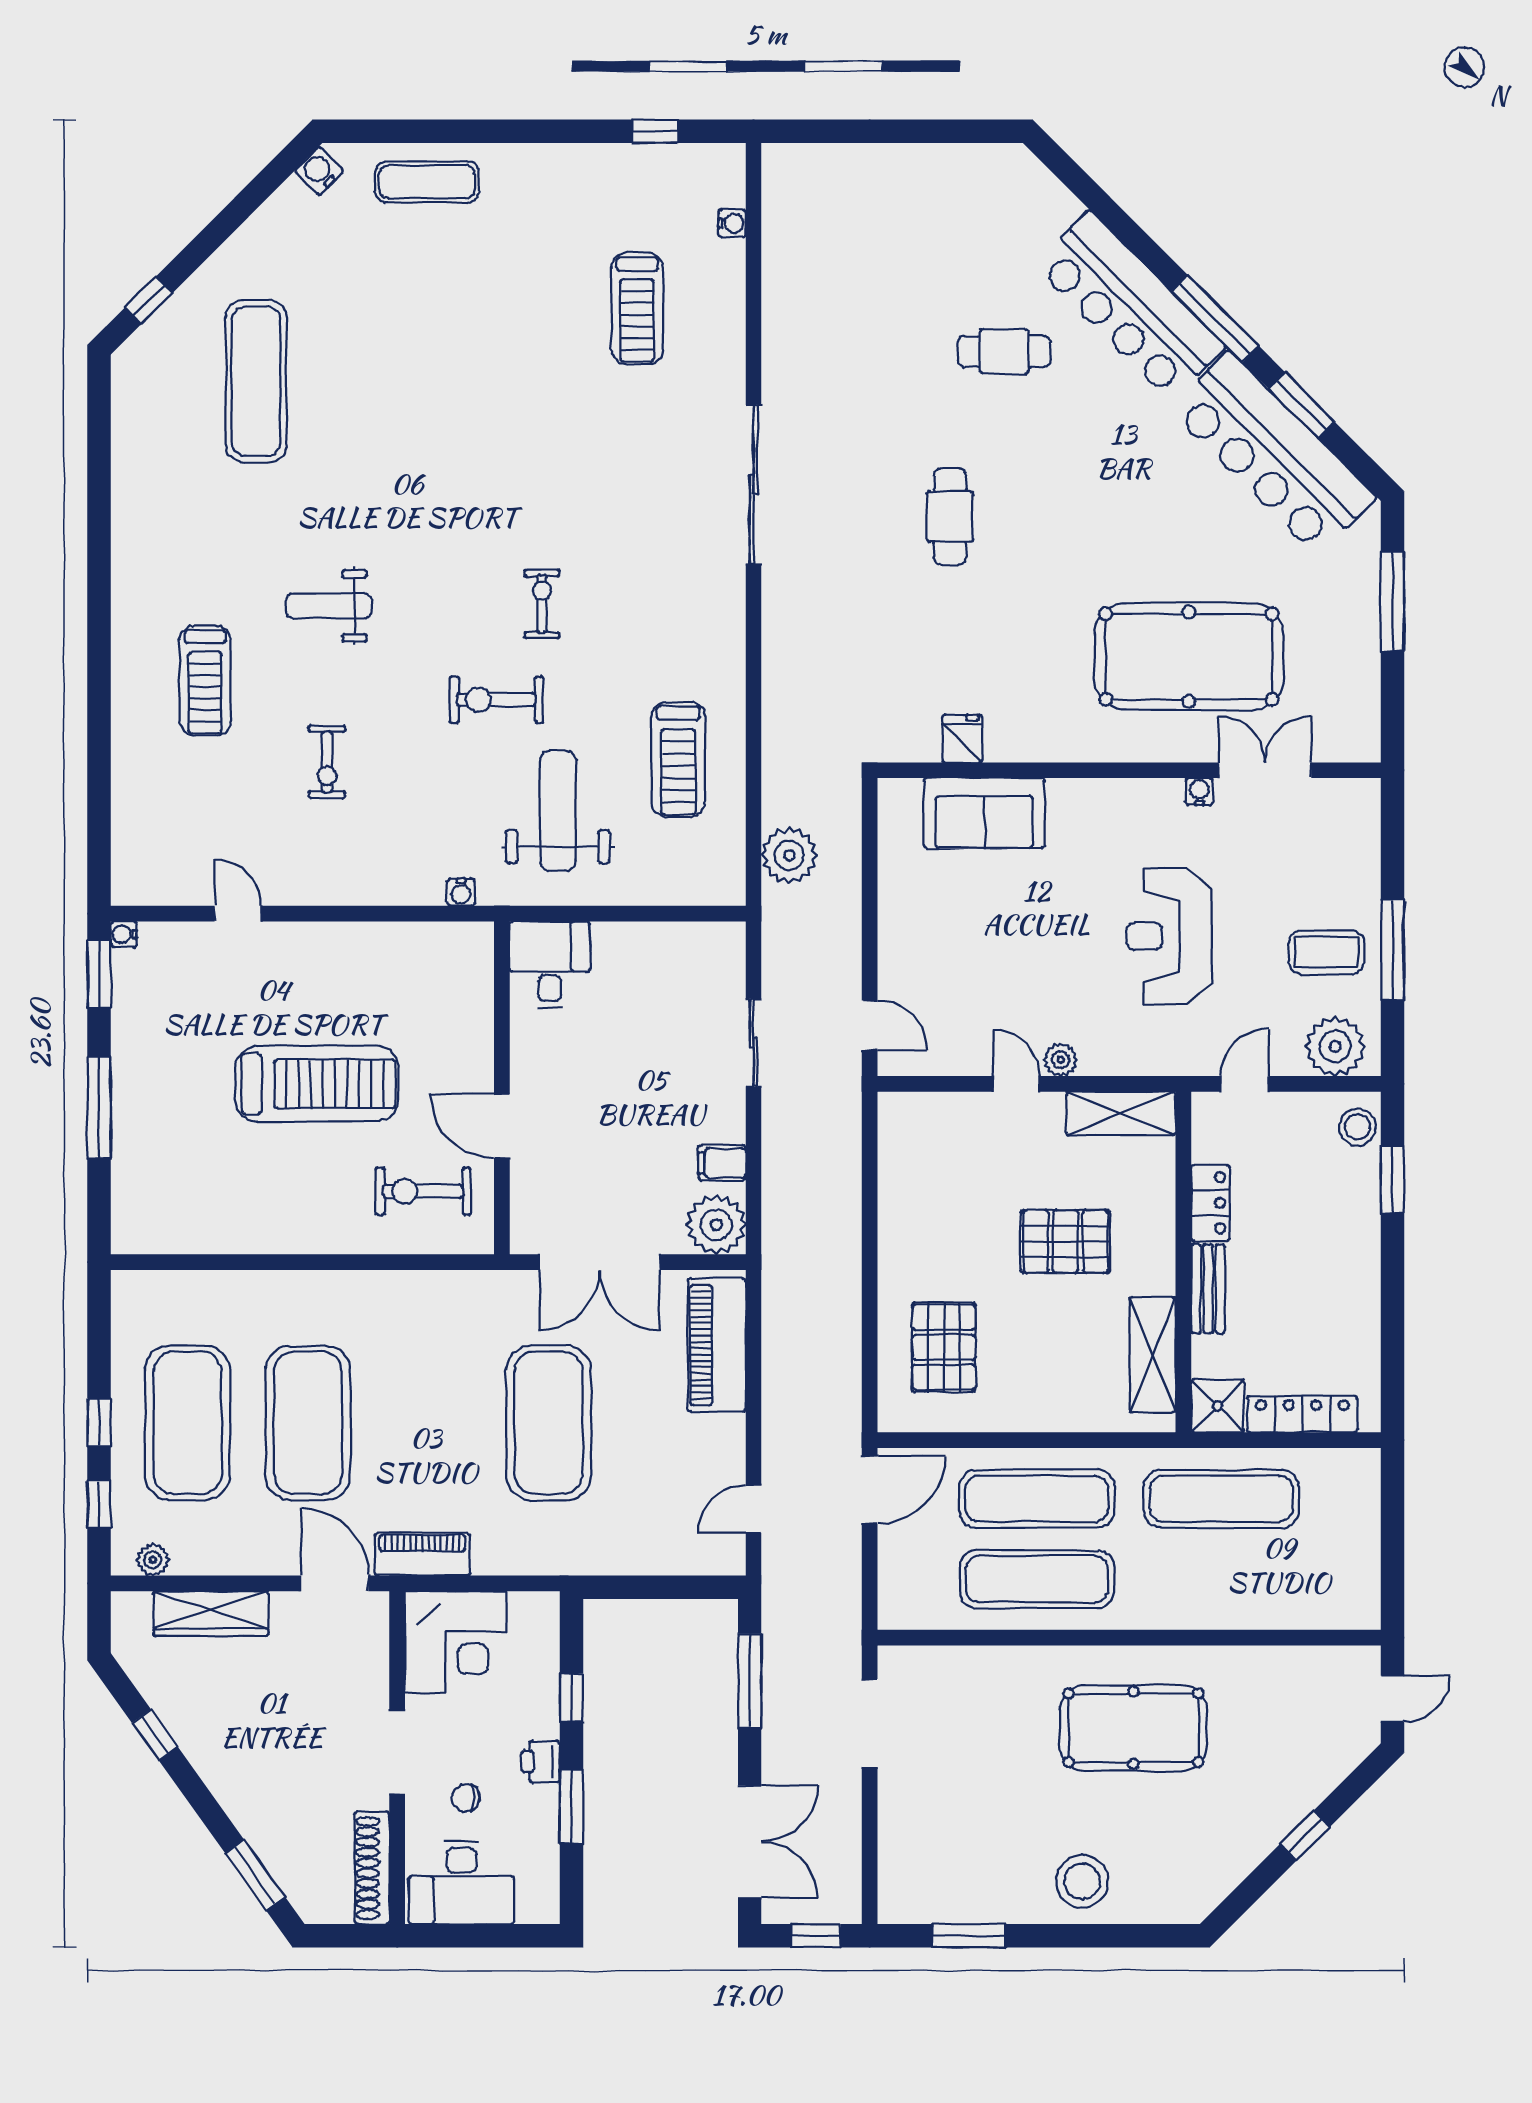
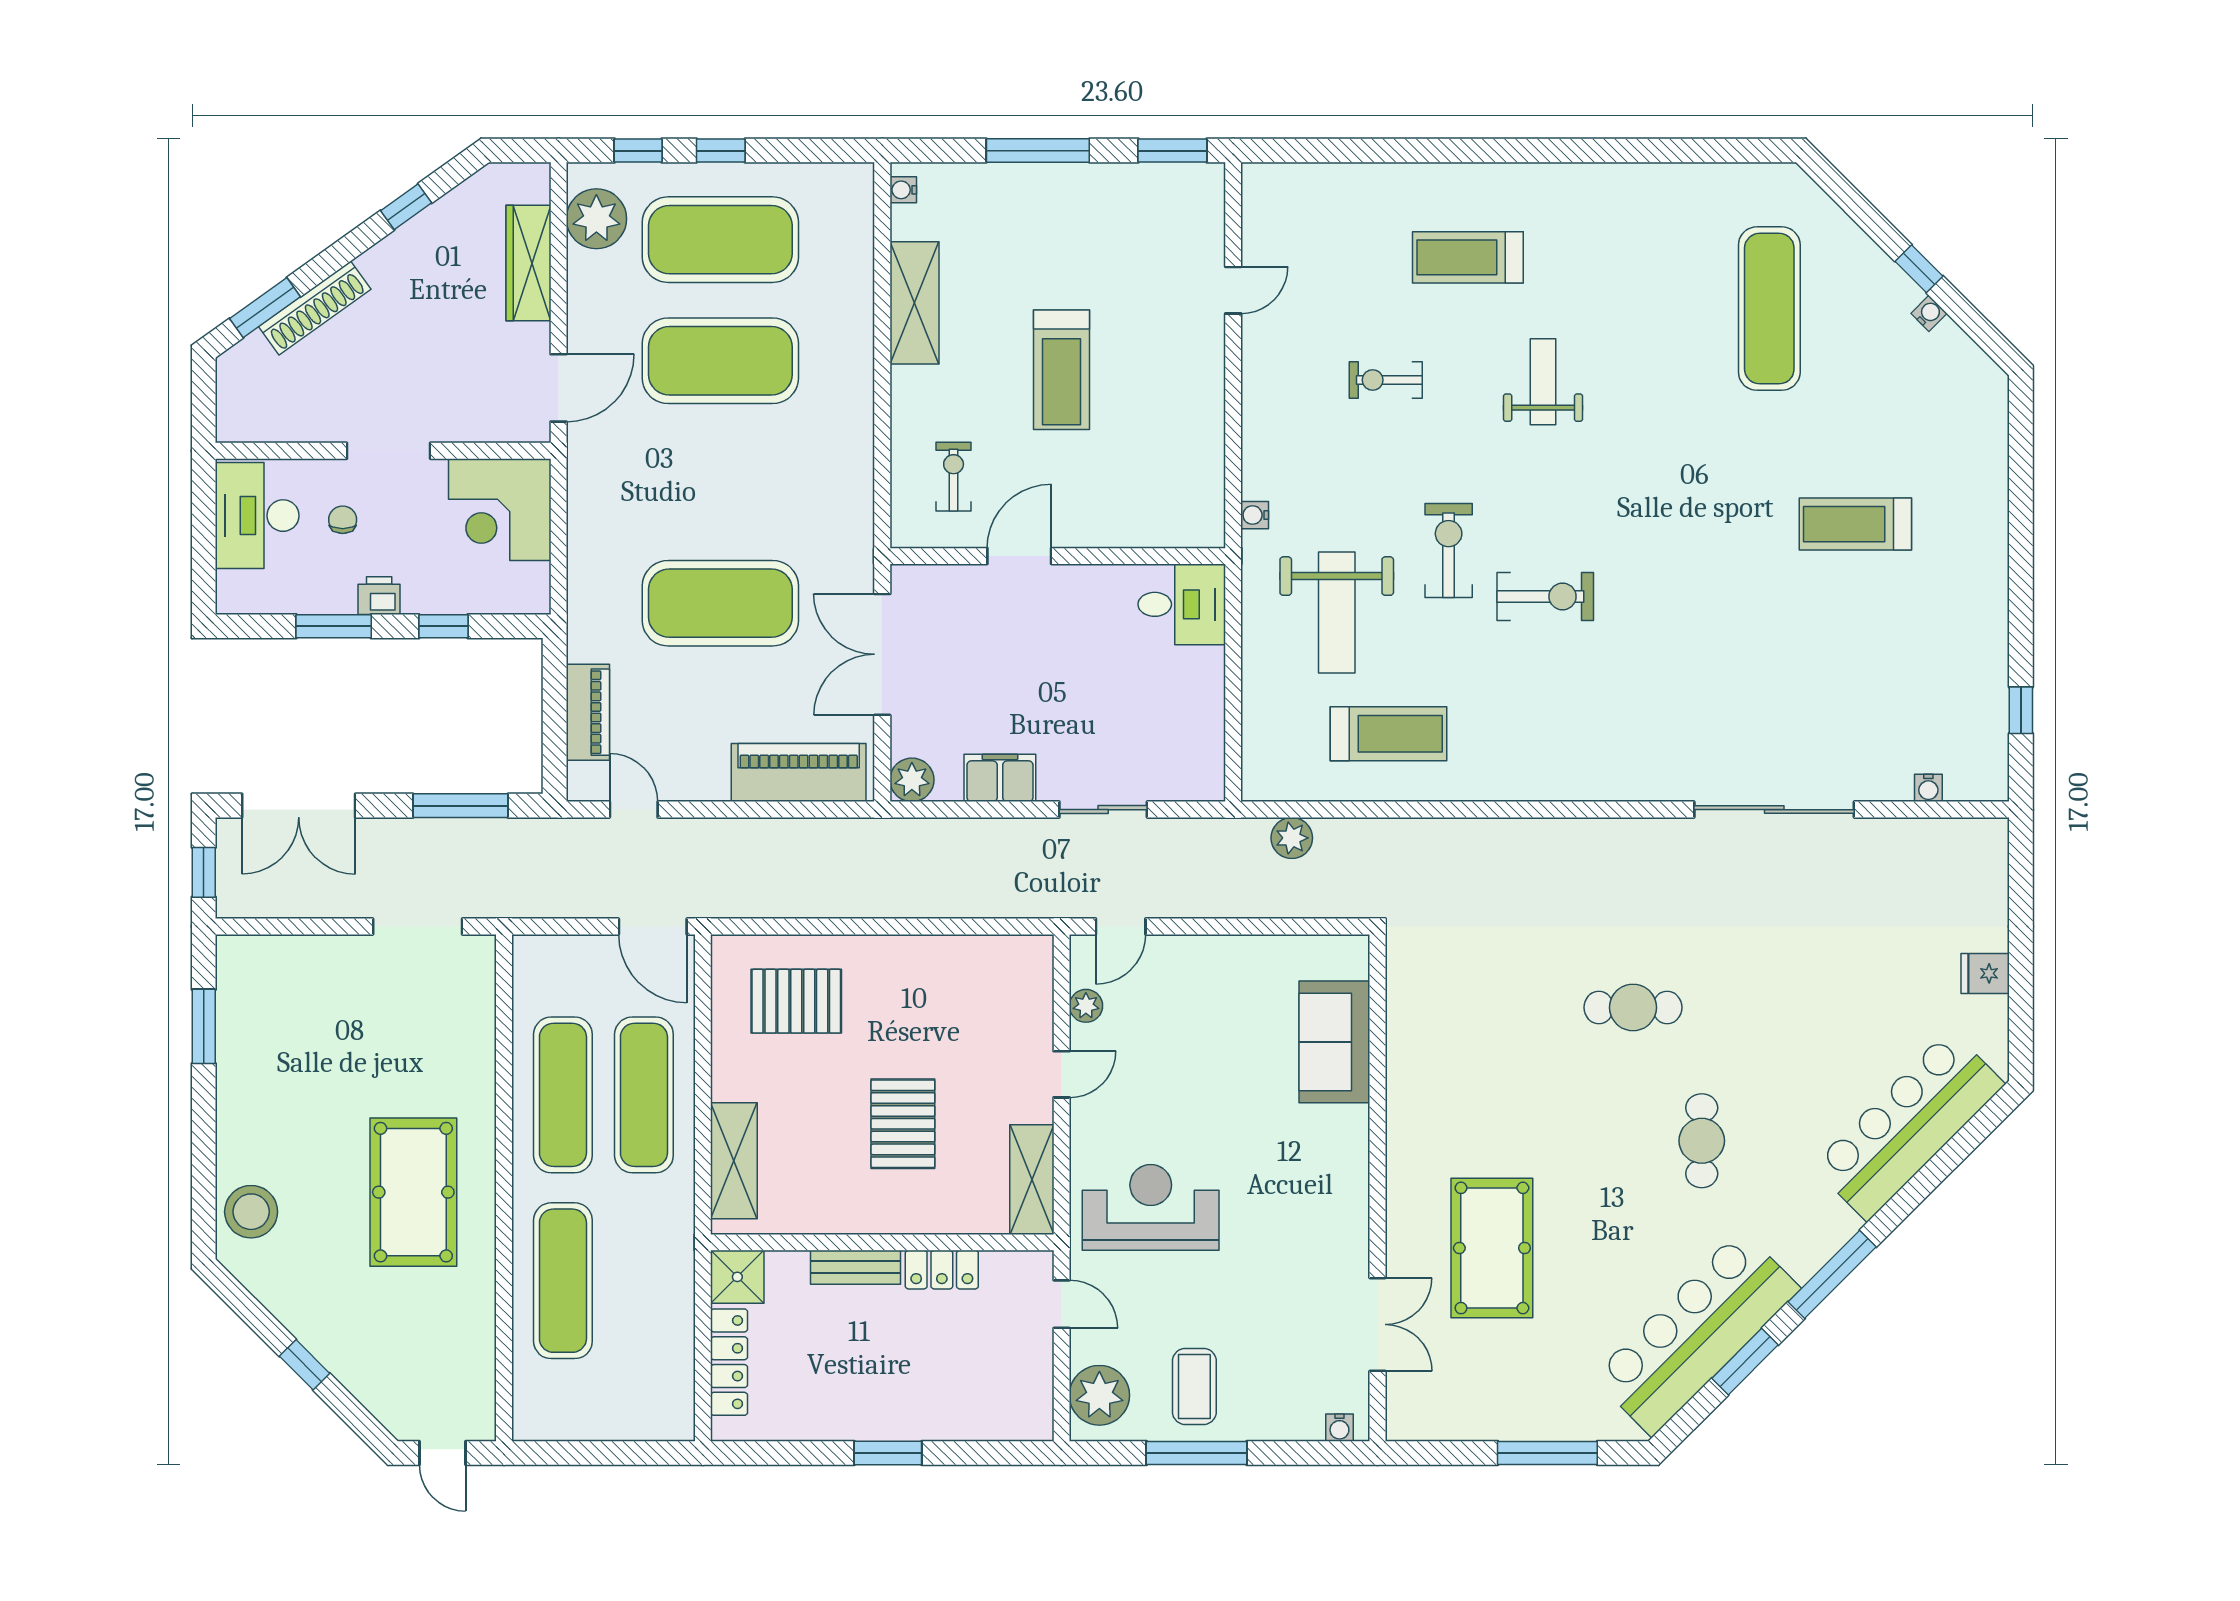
water cooler: (319, 171) -> (1929, 313), moved, width x0.72, depth x0.72
exercise mat: (427, 182) -> (1970, 481), removed
window: (149, 300) -> (1919, 269), moved
bar counter: (1130, 306) -> (1908, 1125), moved
treadmill: (637, 308) -> (1855, 524), moved
cafe table: (1004, 351) -> (1702, 1141), moved
exercise mat: (256, 381) -> (1769, 309), turned 90
sliding door: (754, 484) -> (1774, 810), moved
exercise bike: (542, 604) -> (1545, 596), width x1.38, depth x1.39
pool table: (1189, 657) -> (1492, 1248), width x0.73, depth x0.76
fridge: (962, 739) -> (1985, 973), moved, turned 180
treadmill: (678, 759) -> (1389, 734), turned 180
water cooler: (1199, 792) -> (1339, 1428), moved, turned 90
weight bench: (558, 811) -> (1337, 612), turned 90
plant: (789, 855) -> (1292, 838), width x0.73, depth x0.73
water cooler: (124, 934) -> (903, 190), moved, turned -90
reception desk: (1169, 936) -> (1151, 1207), moved
plant: (1061, 1060) -> (1086, 1006), moved
treadmill: (317, 1084) -> (1062, 370), width x0.73, depth x0.73
stool: (1358, 1127) -> (1018, 1418), removed
filing cabinet: (722, 1163) -> (1000, 778), width x2.00
window: (1392, 1179) -> (888, 1453), moved
exercise bike: (423, 1191) -> (954, 477), width x0.73, depth x0.72
plant: (716, 1225) -> (912, 780), width x0.73, depth x0.73
shelving: (250, 1230) -> (914, 303), added
shelving: (1153, 1355) -> (734, 1161), moved, turned 90
exercise mat: (1221, 1499) -> (563, 1281), moved
piano: (422, 1554) -> (588, 712), moved
plant: (153, 1560) -> (596, 219), width x1.87, depth x1.87
shoe rack: (372, 1868) -> (315, 308), moved, turned 144
stool: (1082, 1881) -> (251, 1212), moved

